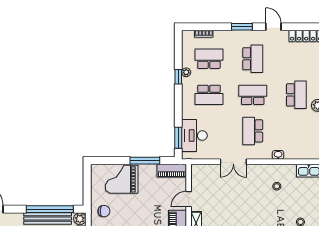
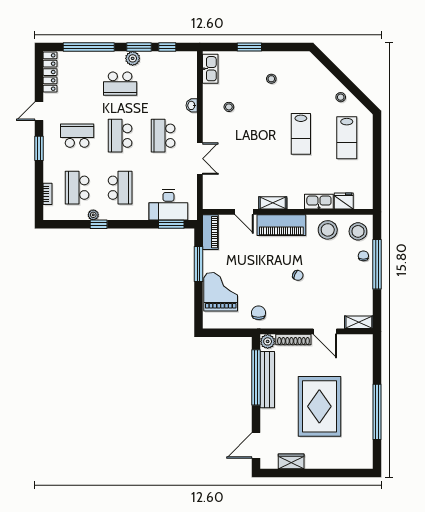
school desk: (296, 95) -> (120, 84), turned 180
school desk: (253, 131) -> (163, 136), turned 90
grand piano: (122, 179) -> (221, 292), turned 180

